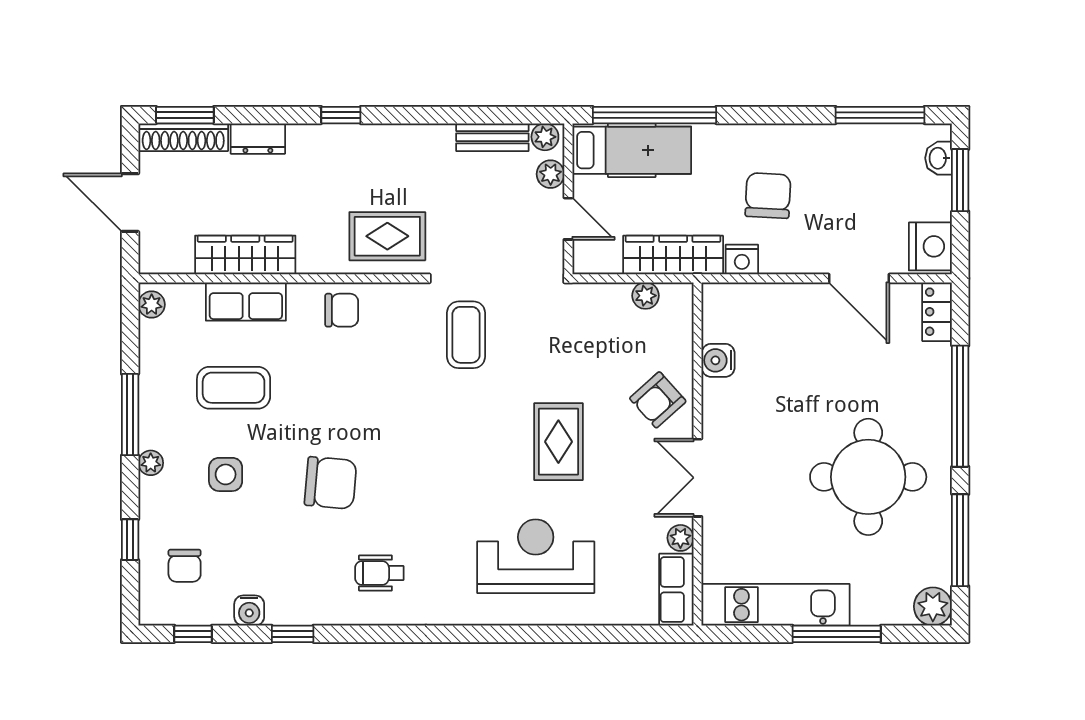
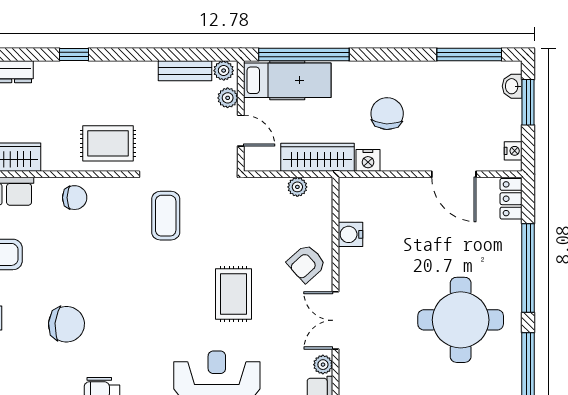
nightstand: (930, 246) -> (513, 151), width x0.53, depth x0.56

